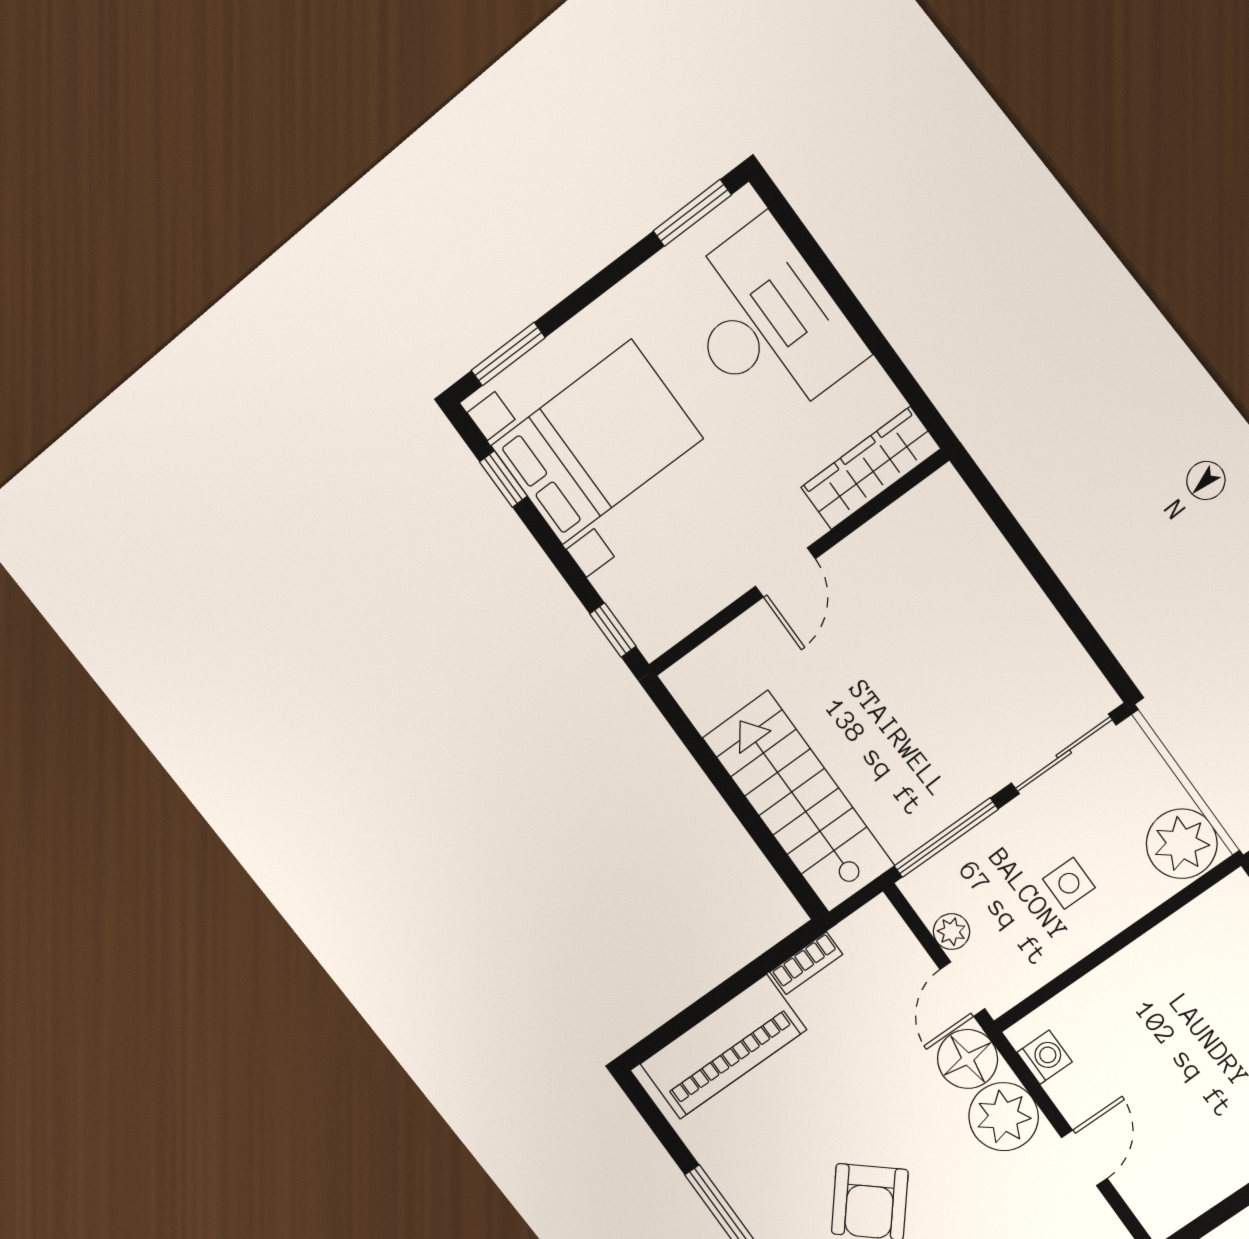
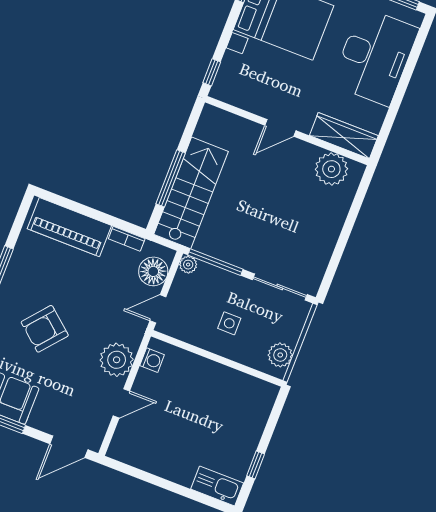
plant: (915, 528) -> (331, 169), added
window: (751, 820) -> (171, 178), added
plant: (1182, 844) -> (280, 355), width x0.73, depth x0.73
plant: (952, 932) -> (188, 265), moved
floor lamp: (968, 1059) -> (153, 271), moved

